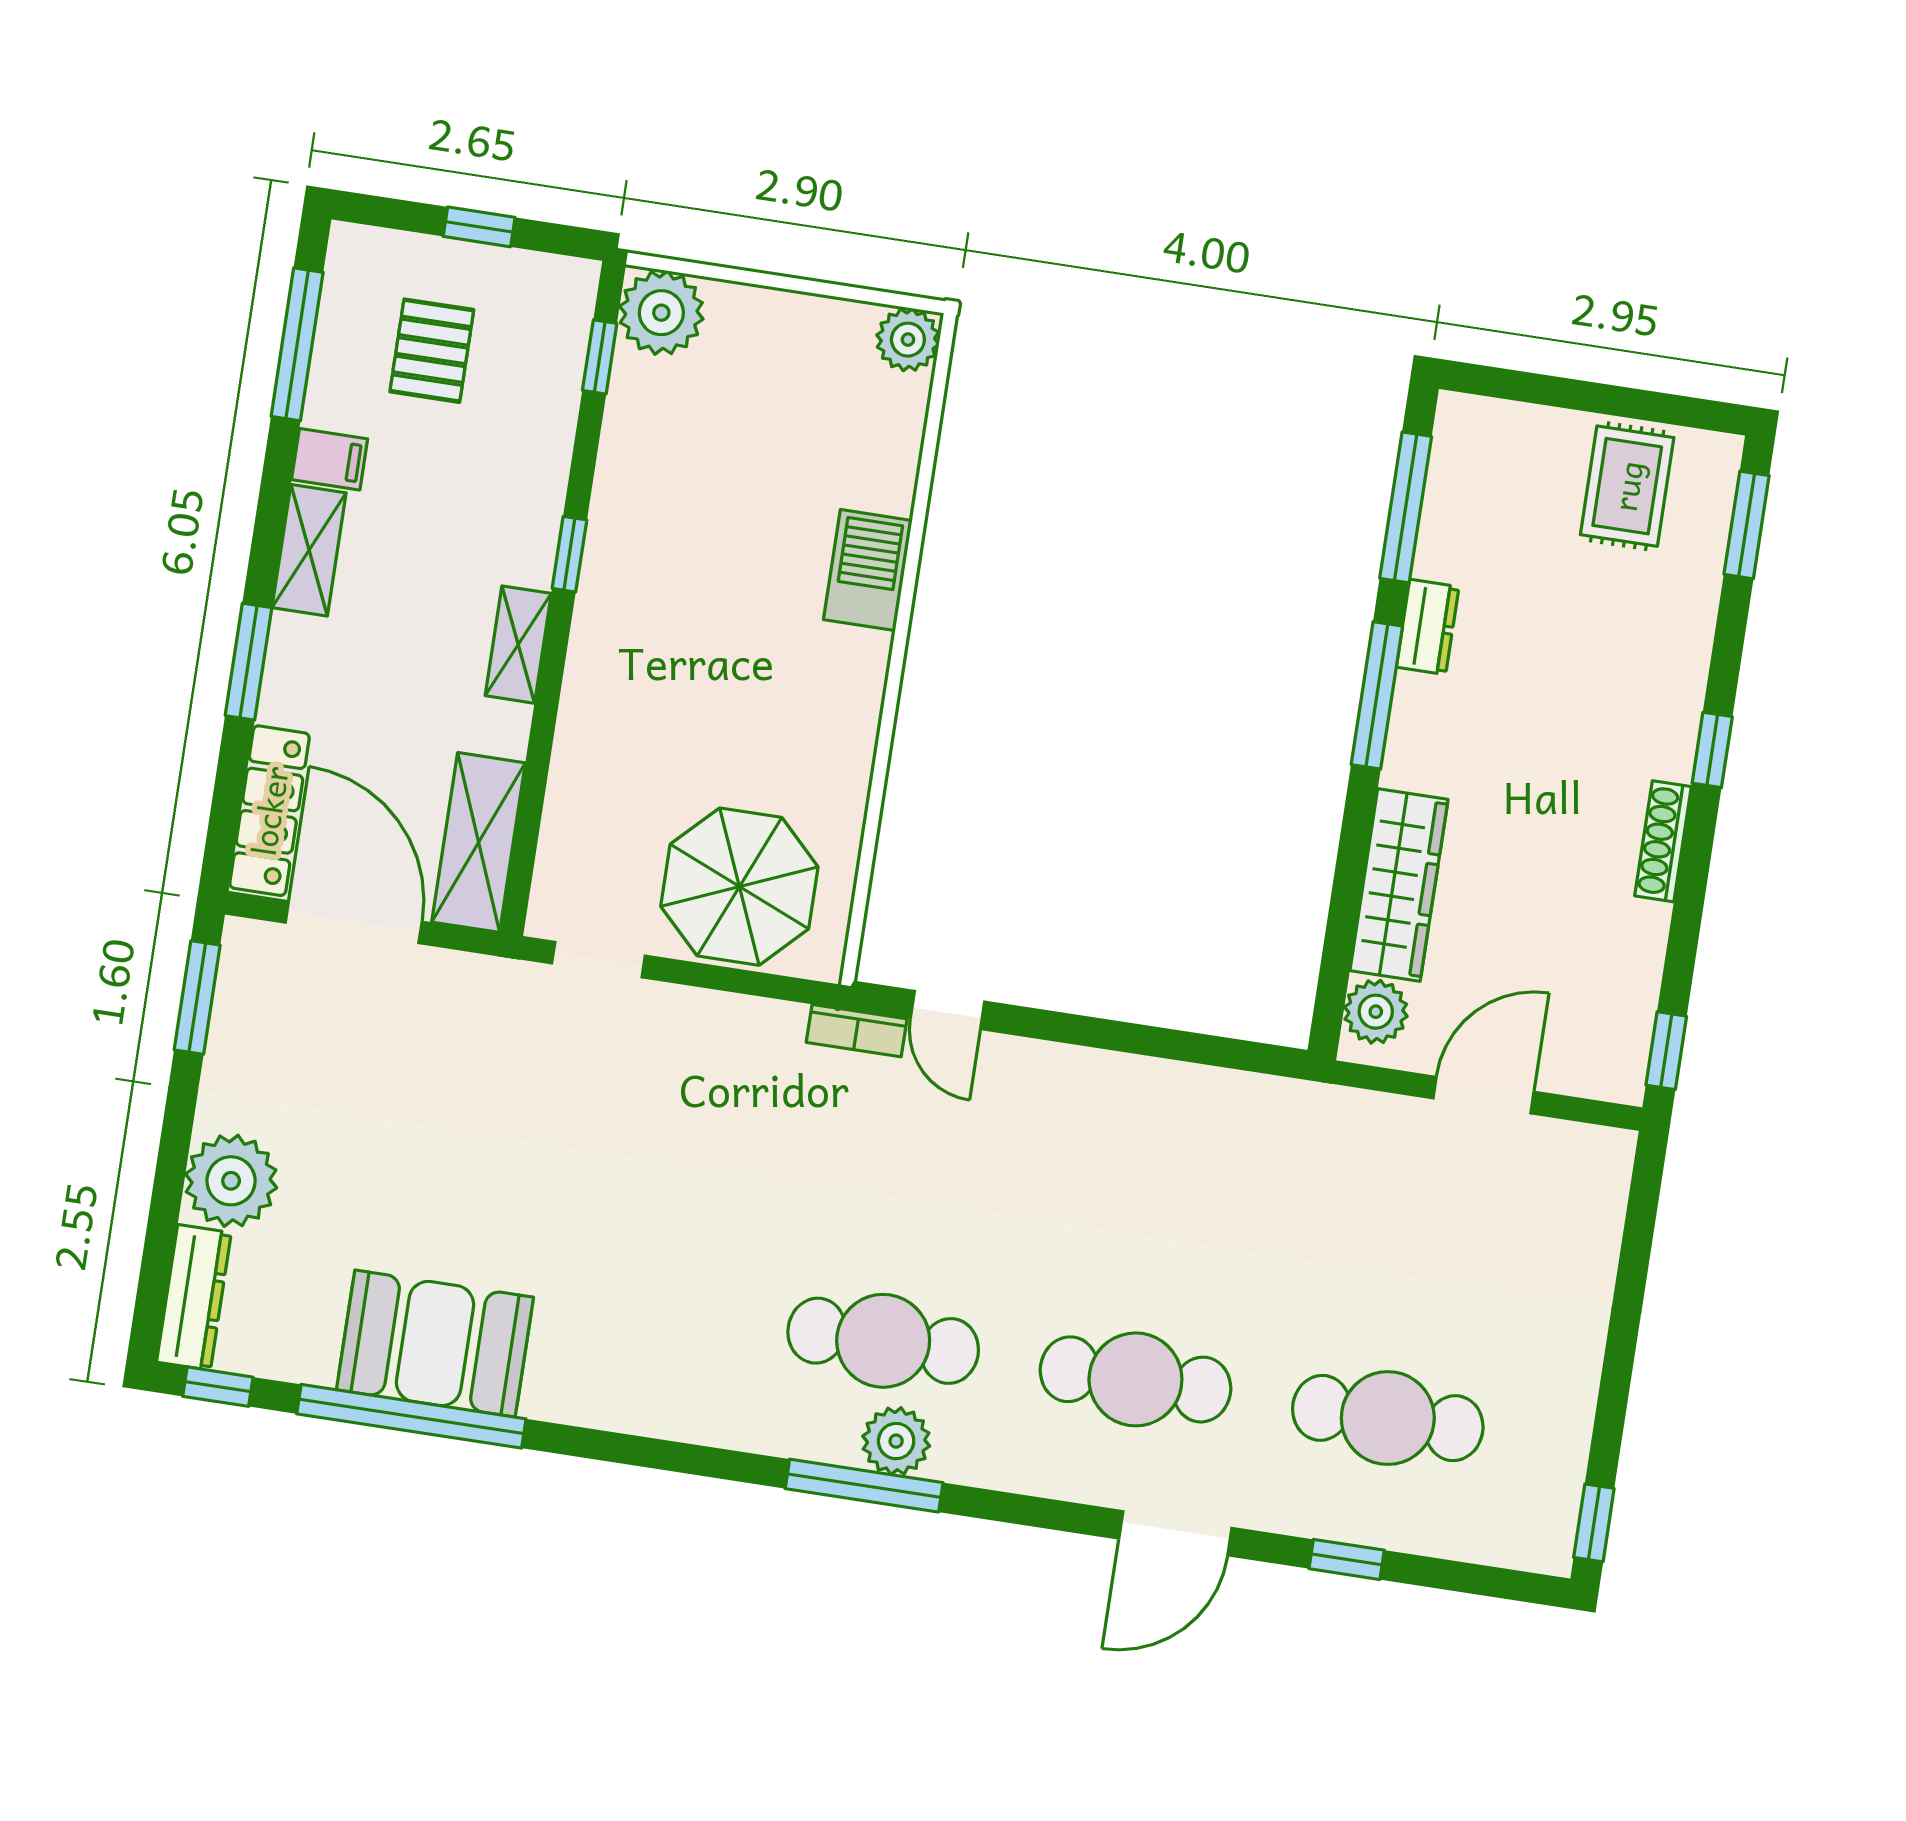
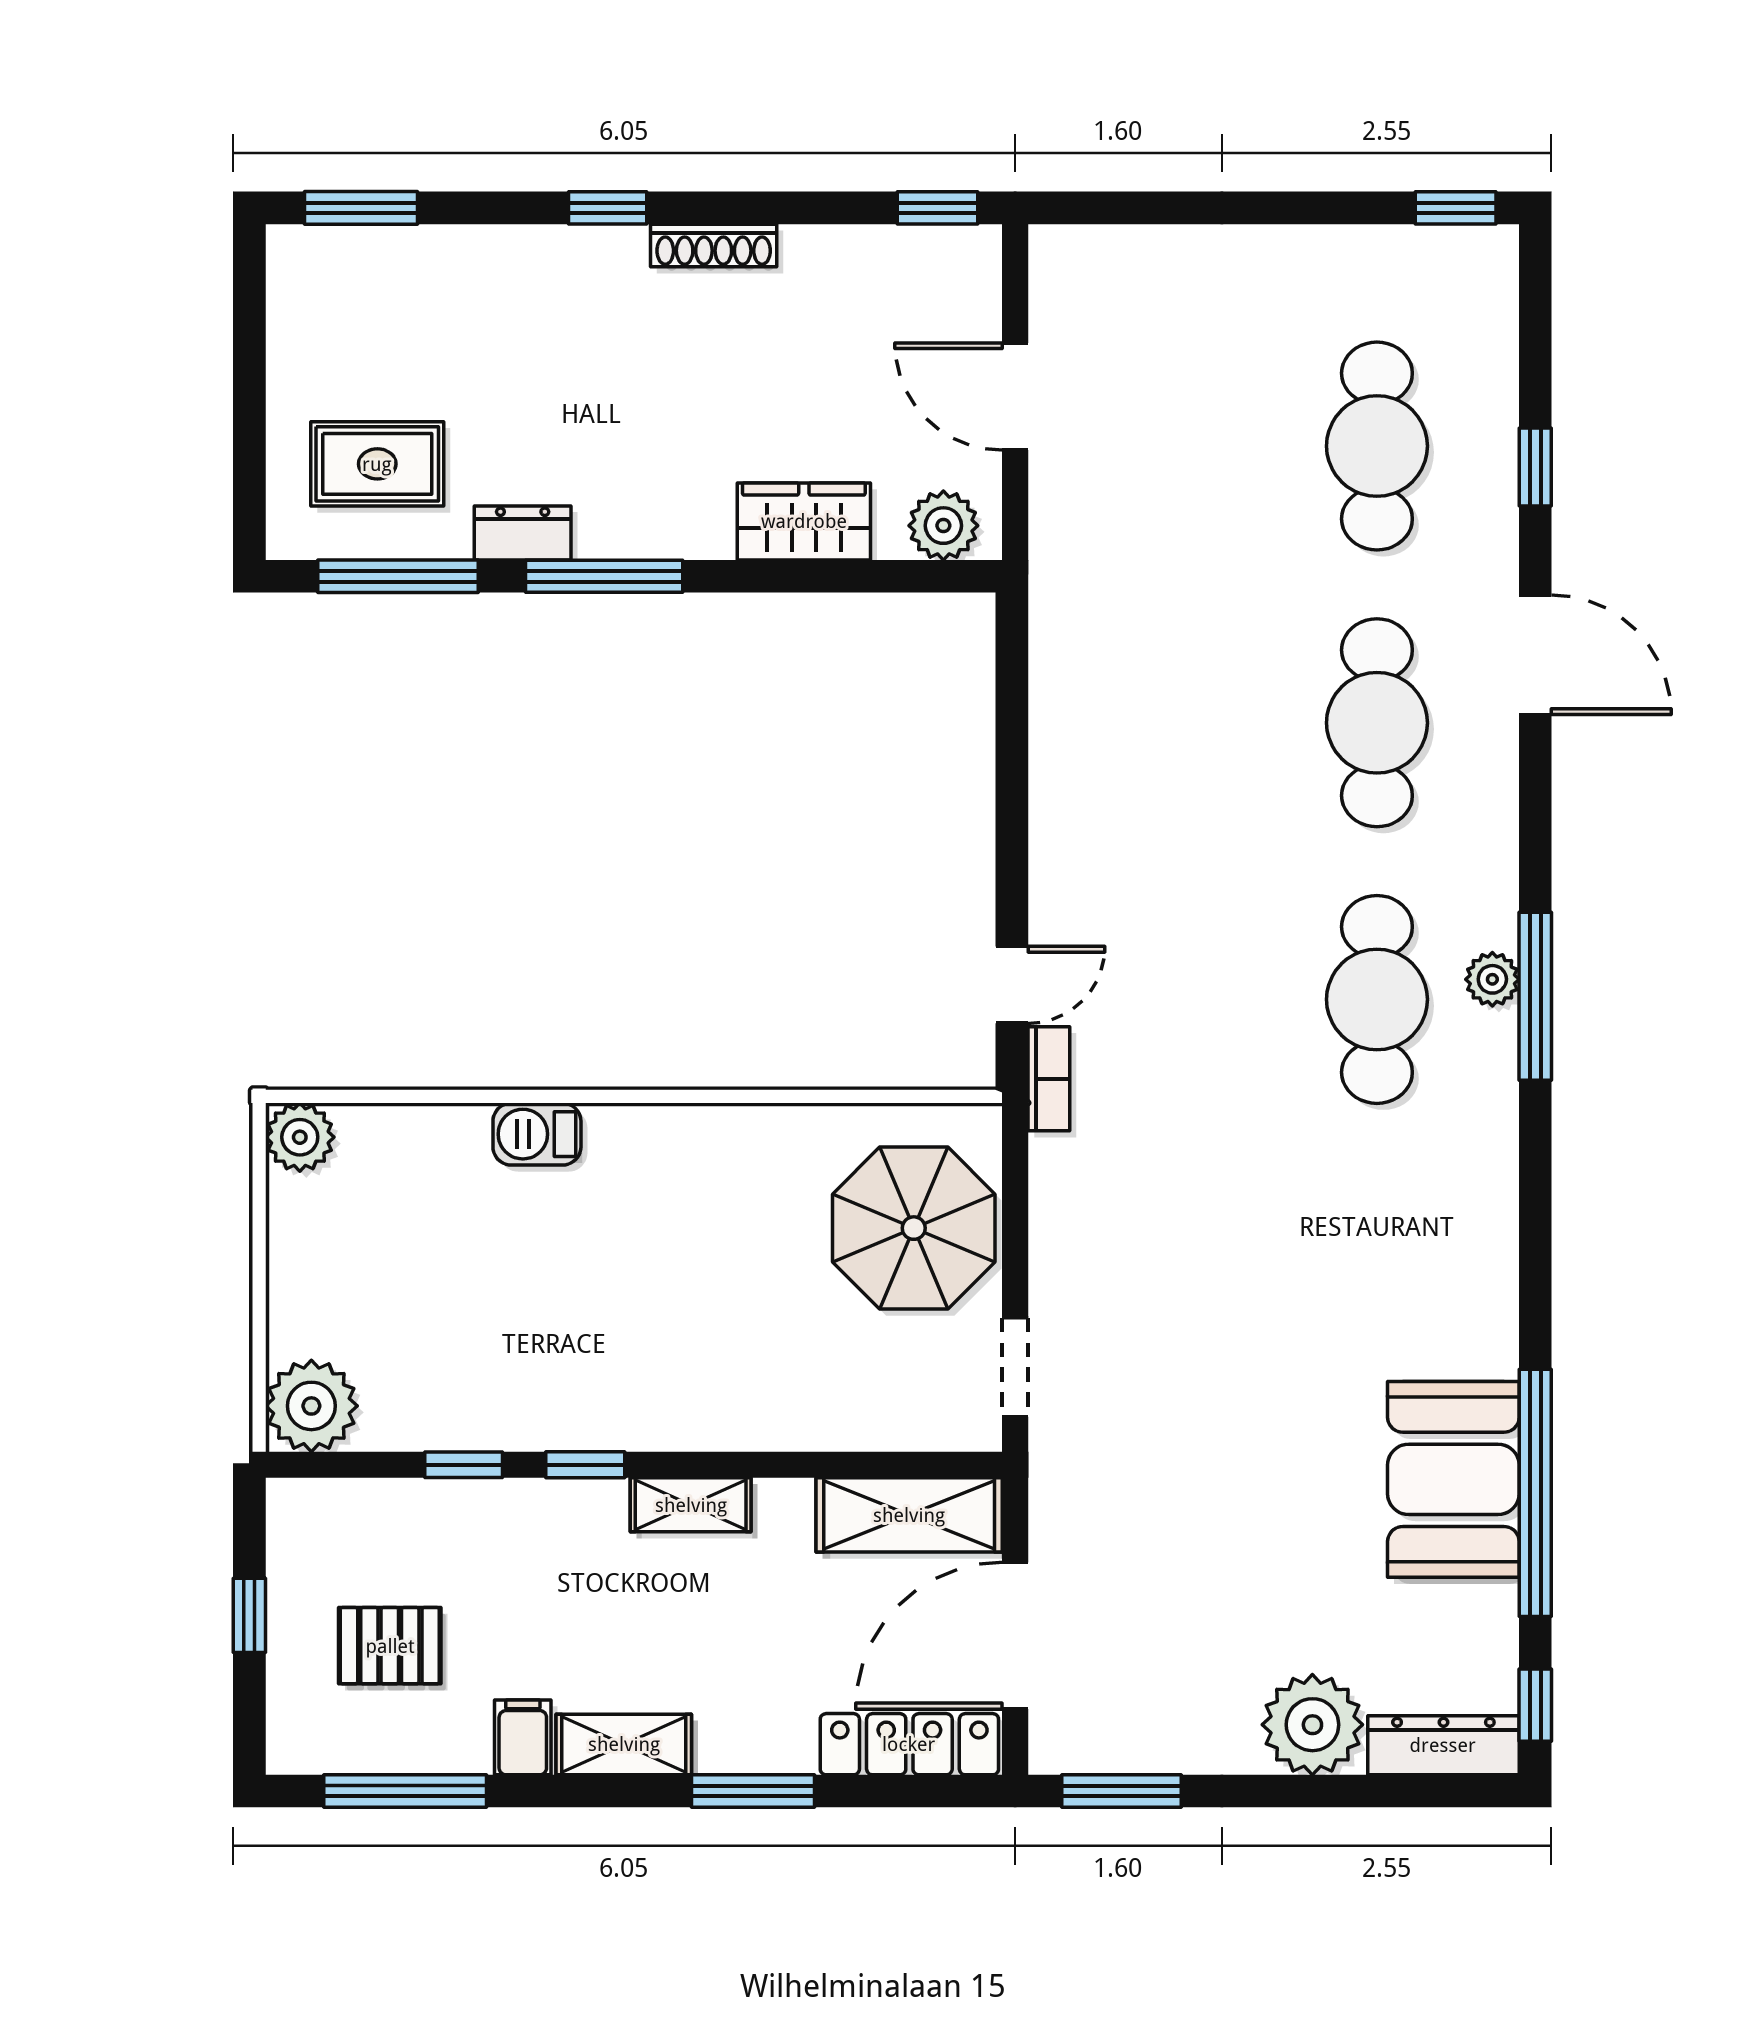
window: (600, 357) -> (464, 1465), moved
rug: (1627, 486) -> (377, 464), moved
barbecue: (868, 570) -> (537, 1134), width x0.73, depth x0.79
wardrobe: (1399, 885) -> (804, 521), width x0.67
plant: (896, 1441) -> (1492, 979), width x0.73, depth x0.73

